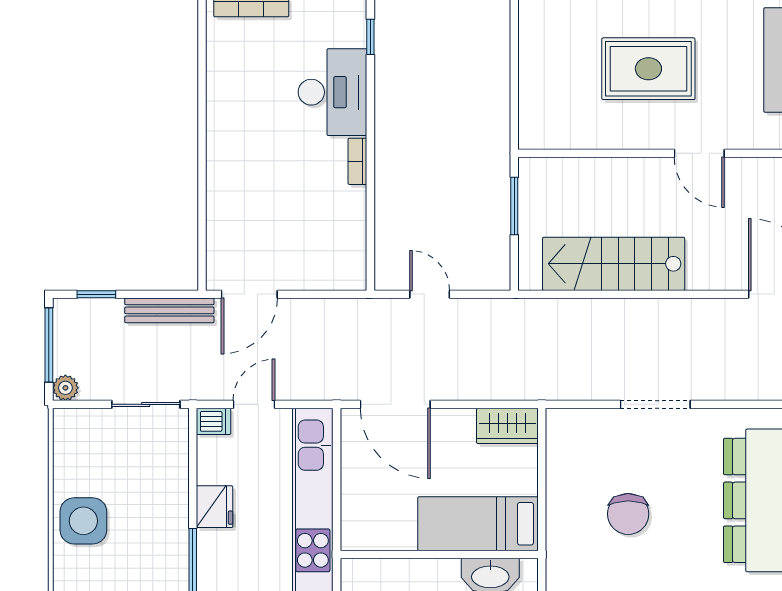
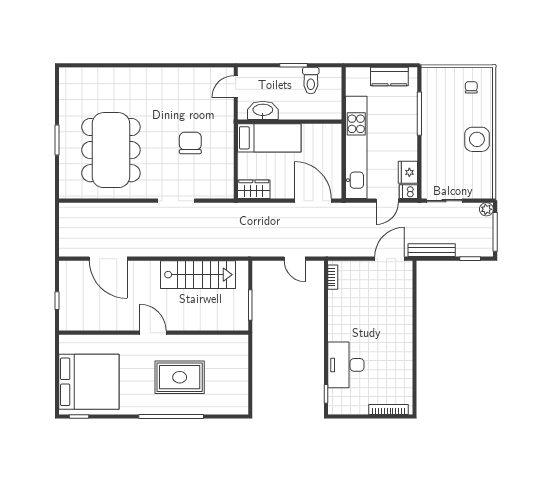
bookcase: (357, 161) -> (333, 277), moved
fridge: (215, 507) -> (408, 172), moved

